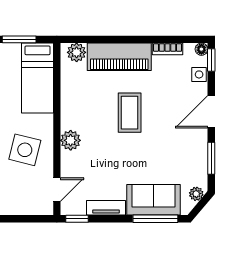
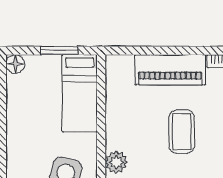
plant: (77, 52) -> (123, 65), removed

